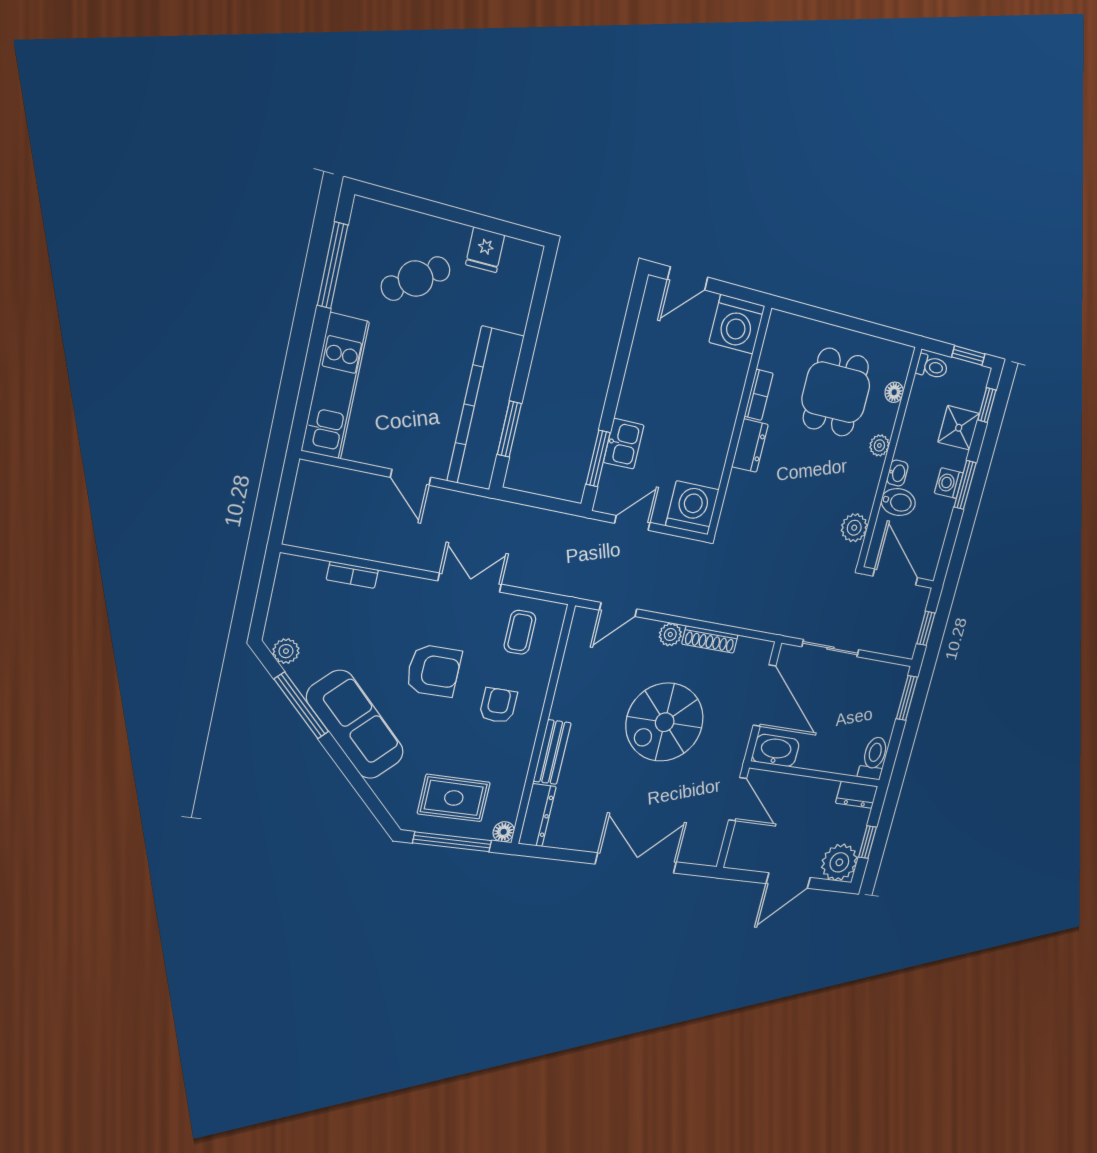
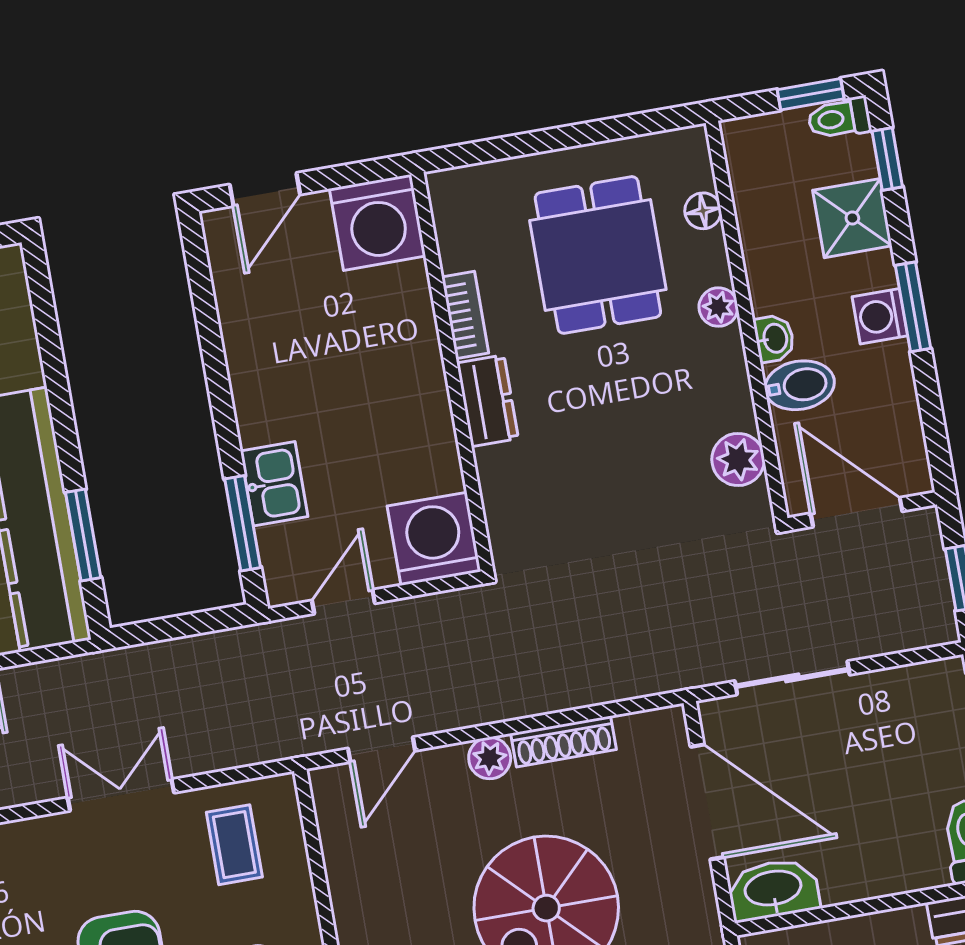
toilet: (932, 367) -> (839, 118), moved, turned 180

